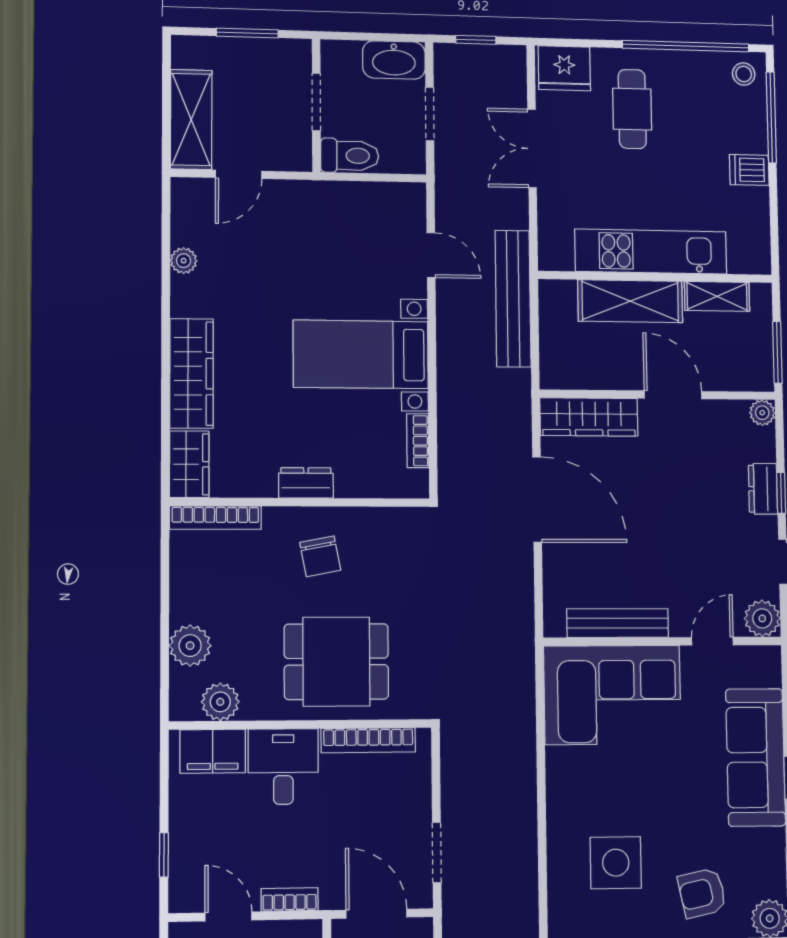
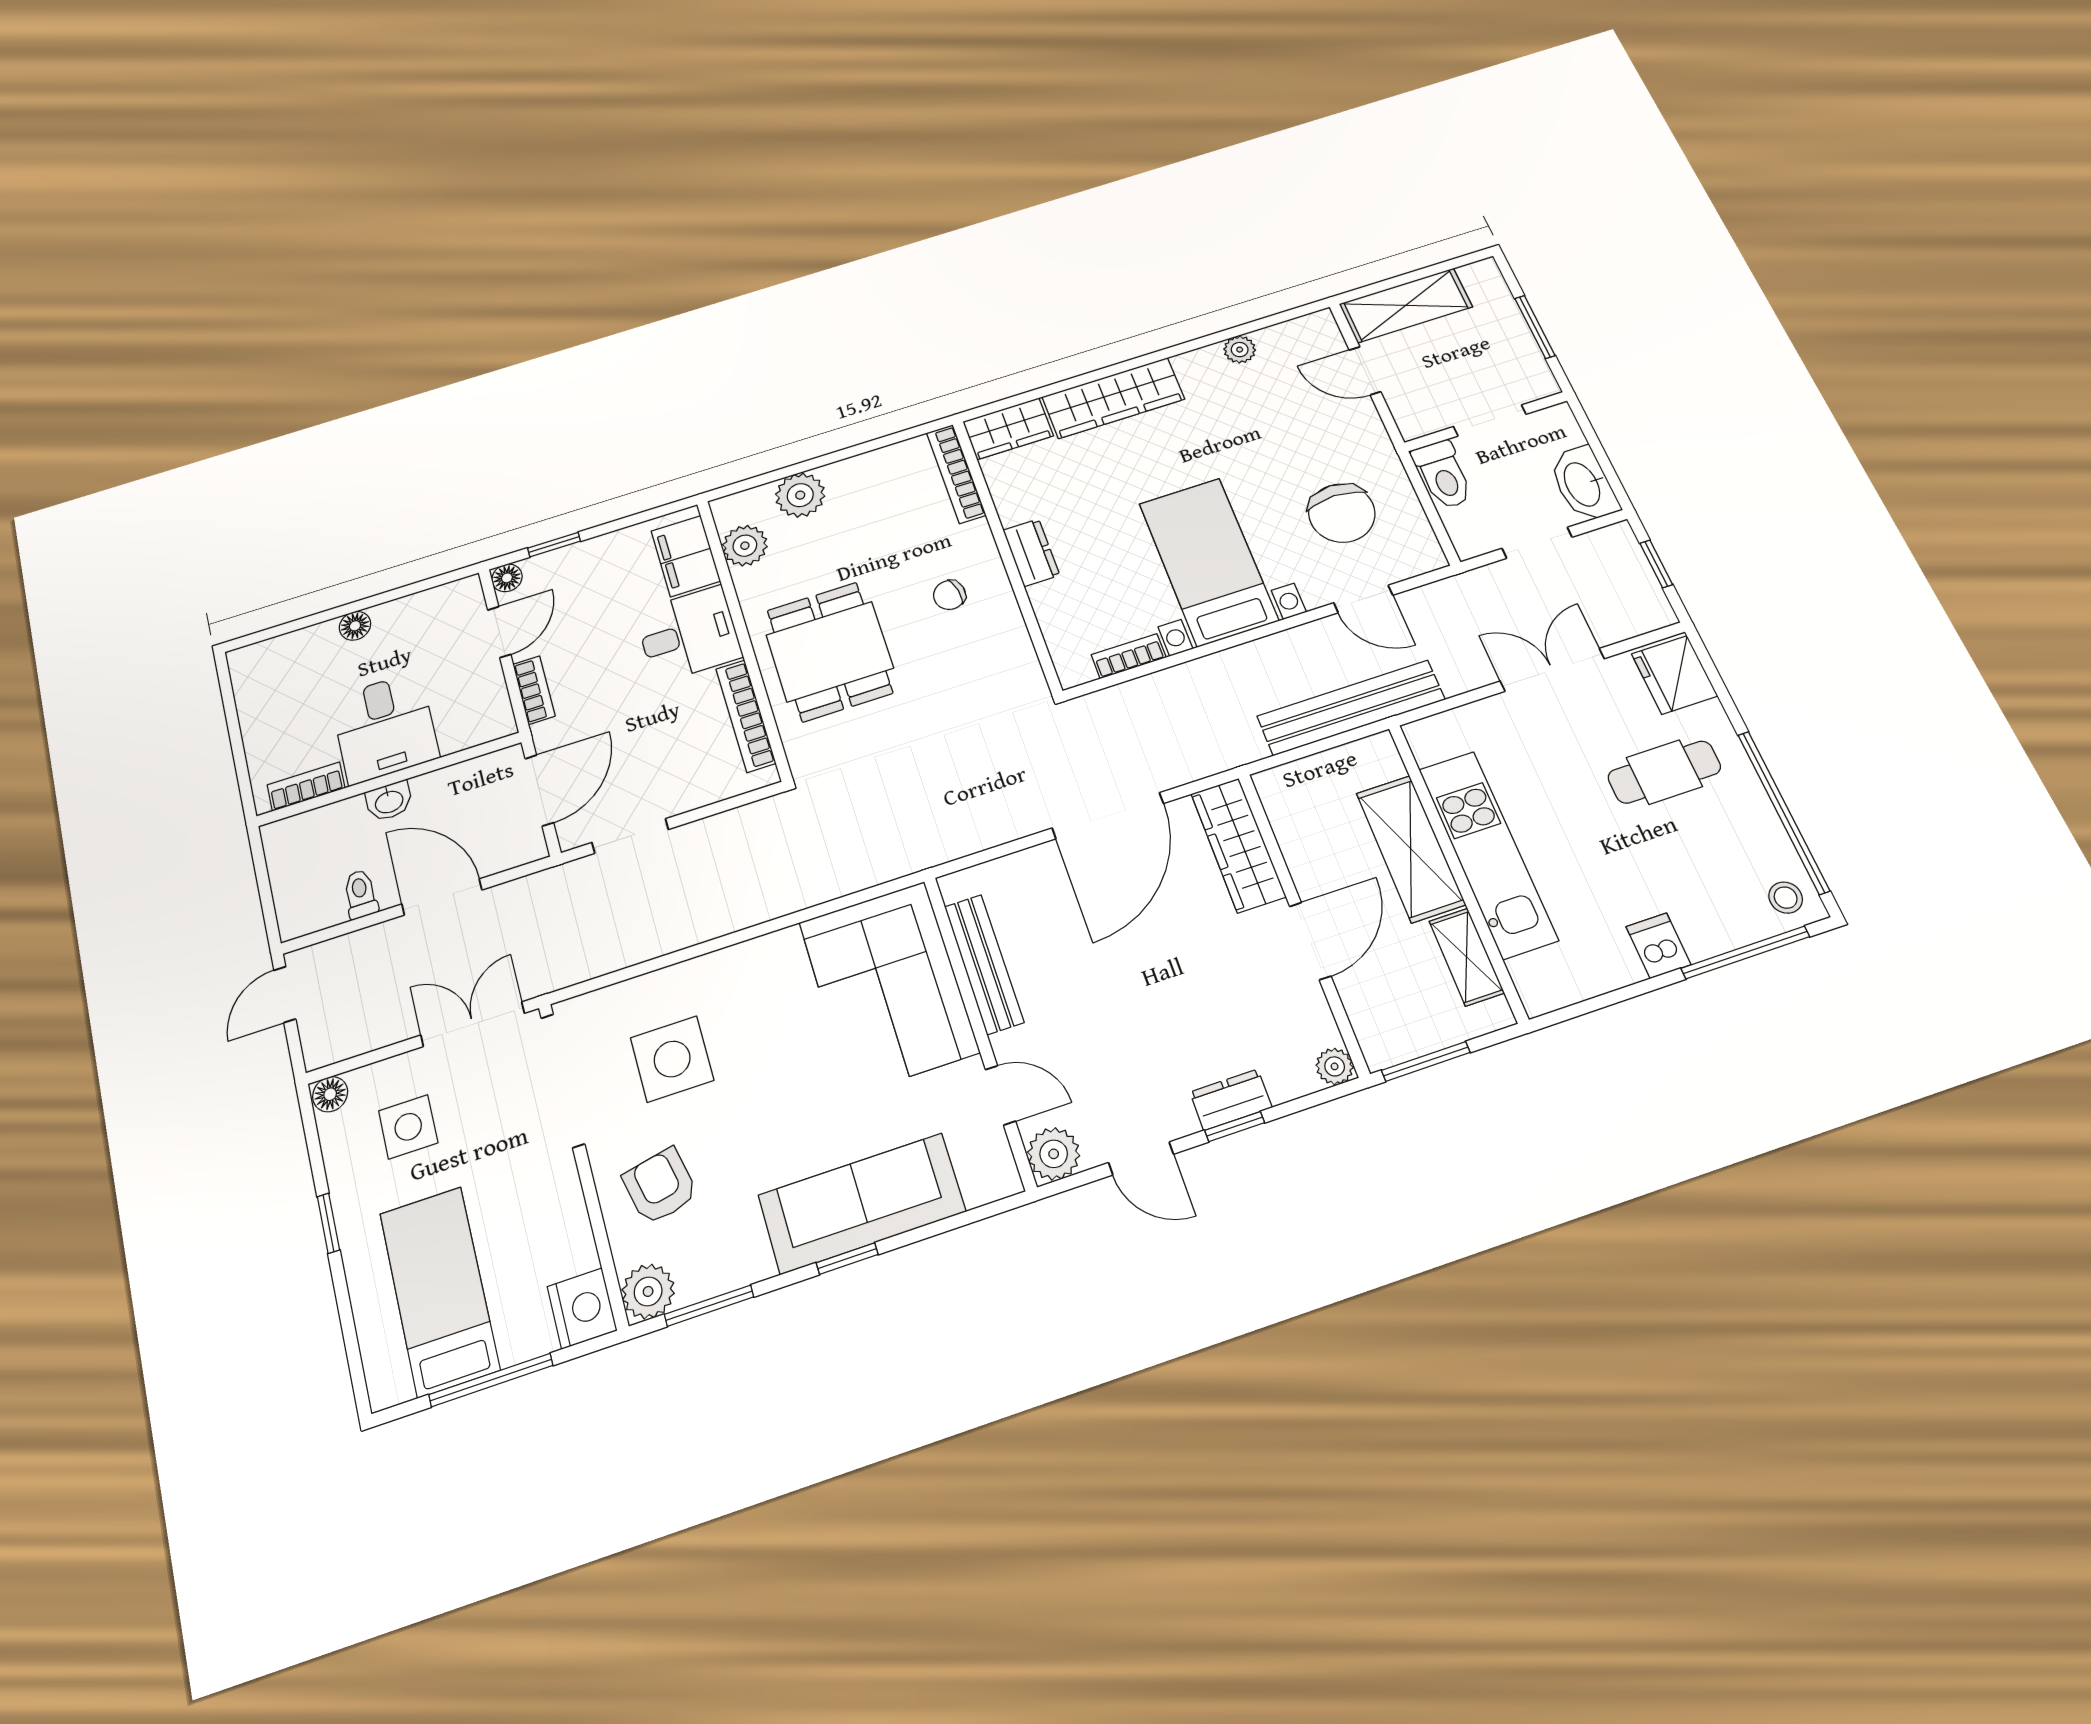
chair: (355, 242) -> (1342, 513), added
door: (431, 255) -> (1363, 599), hinge flipped
chair: (320, 556) -> (950, 595), width x0.73, depth x0.73
floor lamp: (181, 900) -> (507, 578), added

